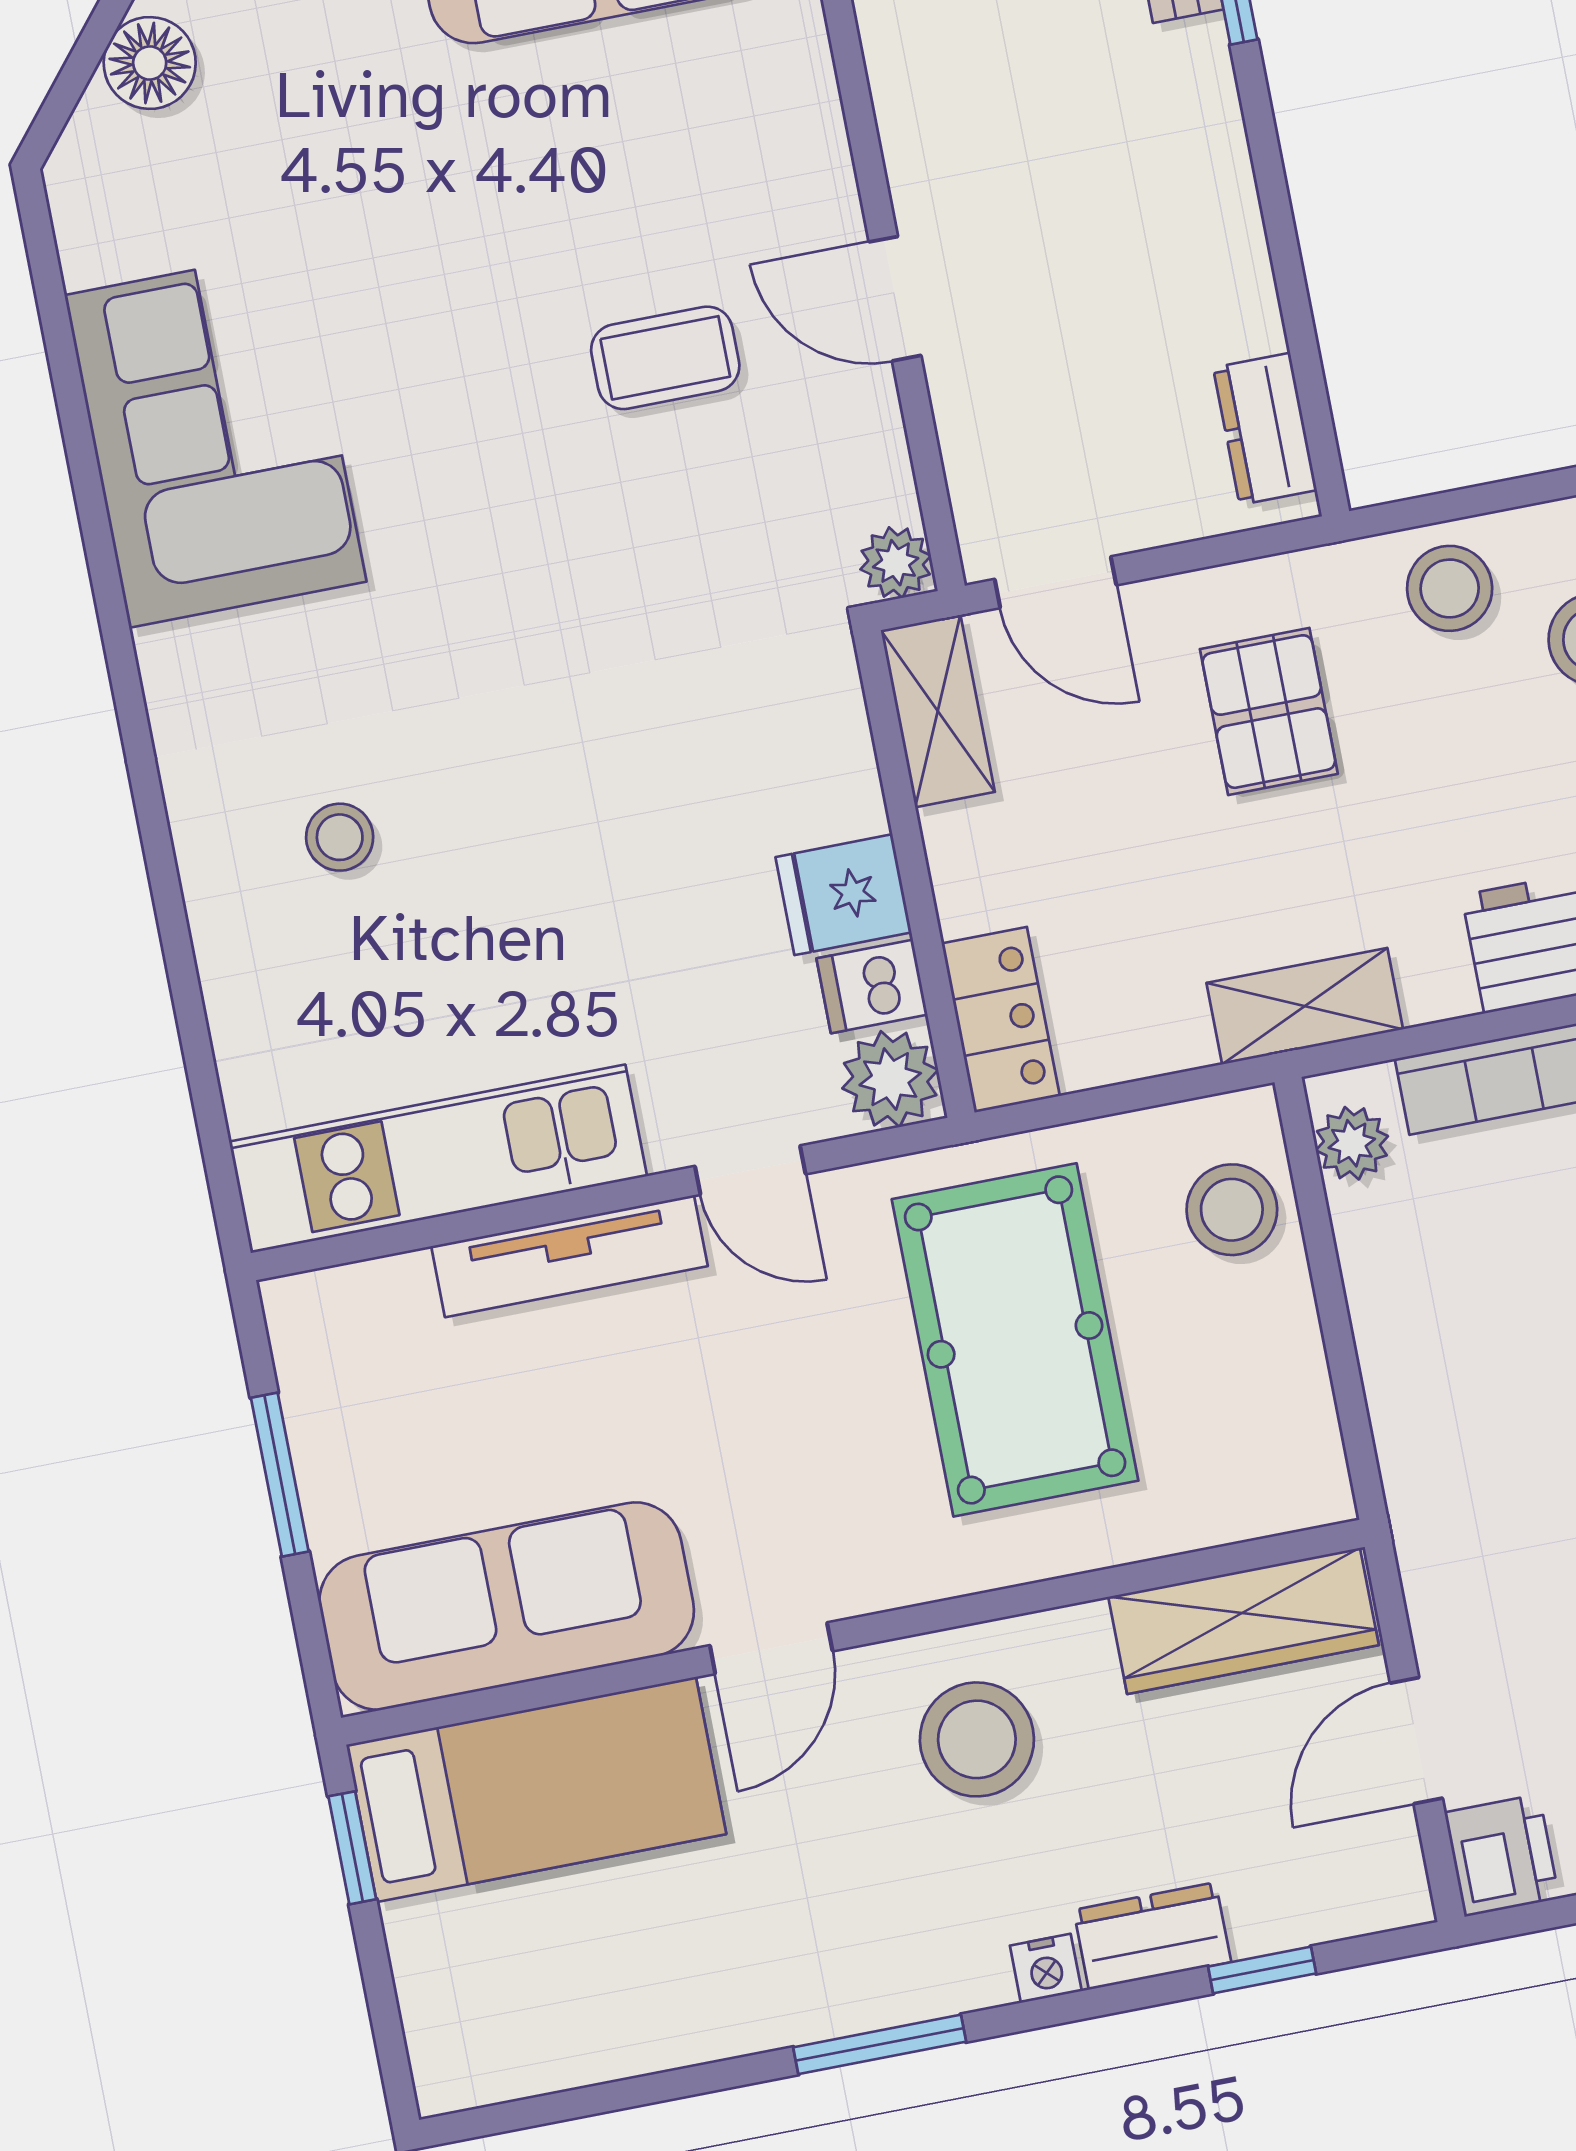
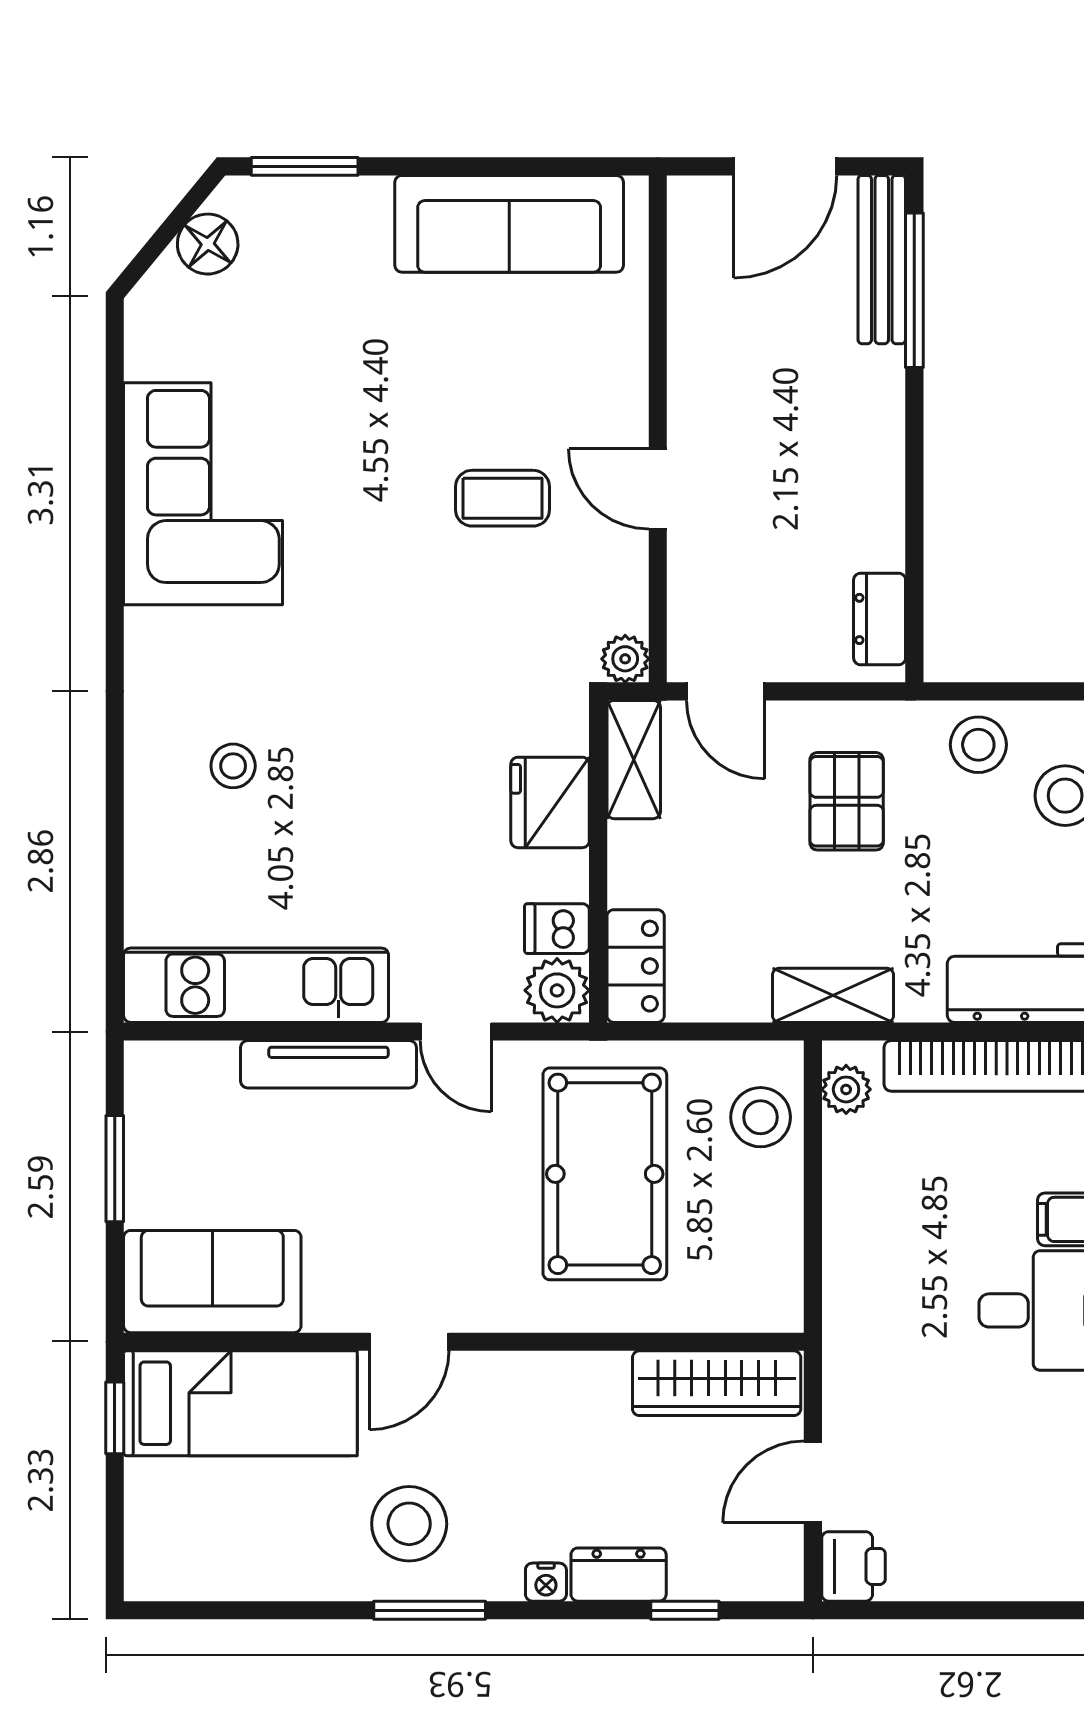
fridge: (843, 895) -> (550, 802), moved, width x1.38
sofa: (507, 1606) -> (212, 1282), width x0.73
stool: (977, 1739) -> (409, 1524), moved

